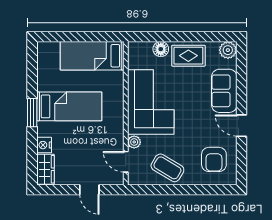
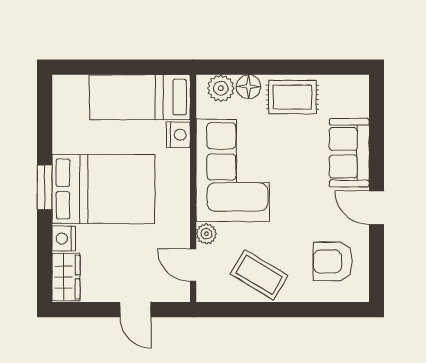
plant: (228, 50) -> (221, 88), moved
nightstand: (116, 79) -> (178, 135), added
bed: (69, 106) -> (103, 189), width x1.50
armchair: (214, 159) -> (333, 261), turned 90

